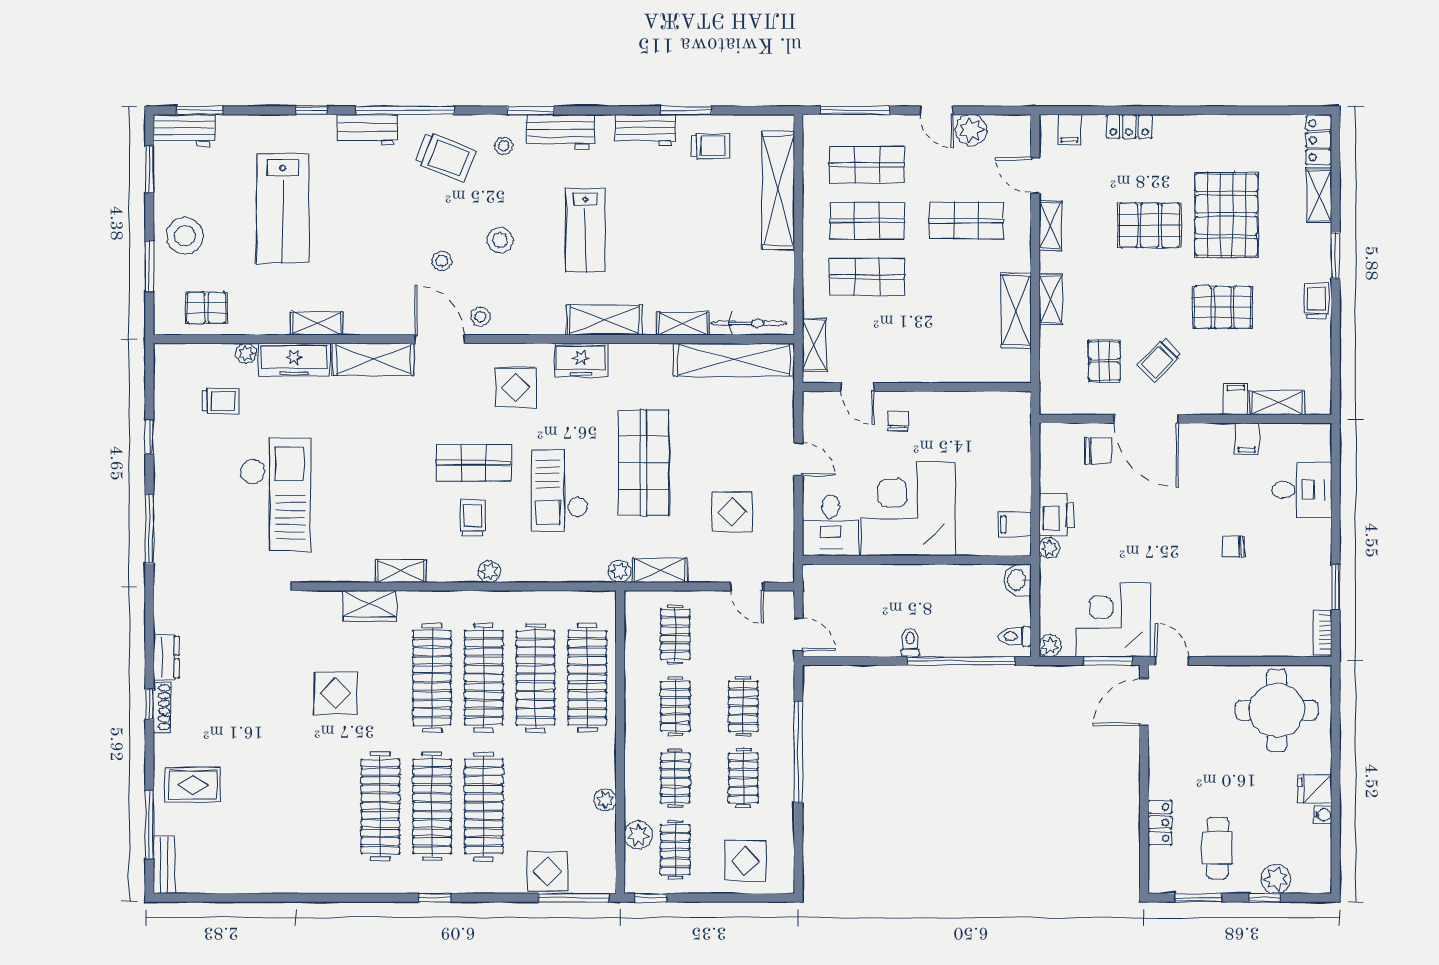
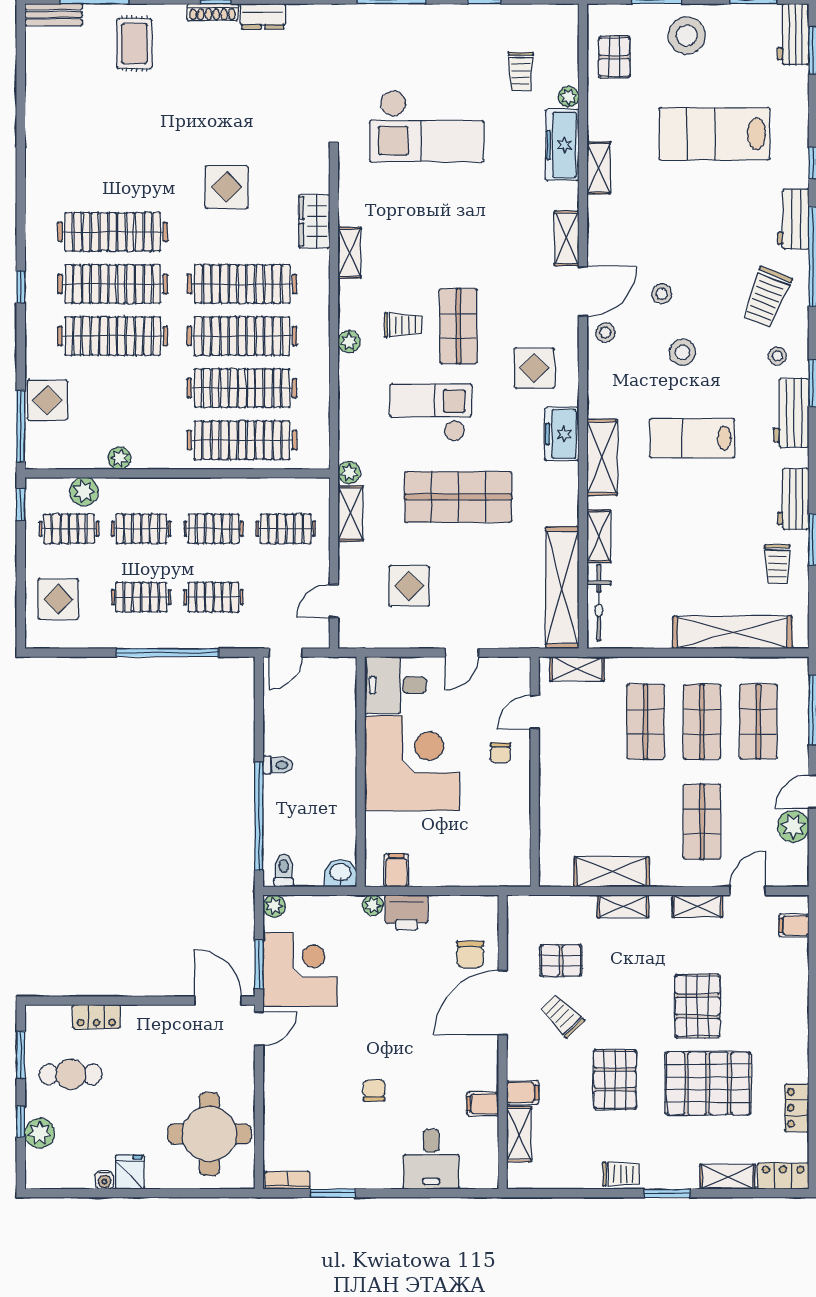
locker: (1129, 126) -> (797, 1108), moved
shelving: (373, 359) -> (567, 238), width x0.67, depth x0.75
chair: (898, 421) -> (501, 753), turned 90

